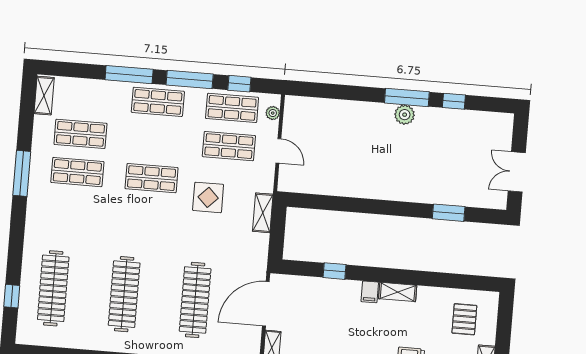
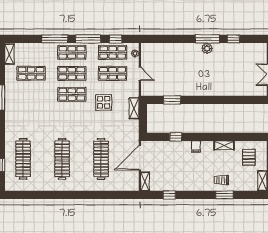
shop shelf: (77, 172) -> (72, 73), moved
window: (449, 213) -> (172, 100), moved
shelving: (398, 292) -> (224, 145), moved

